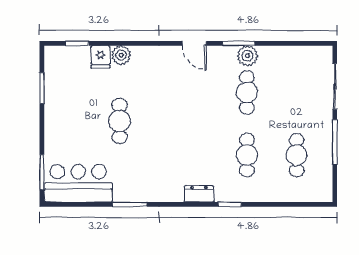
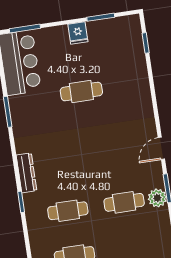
plant: (121, 55) -> (141, 84), removed
fridge: (101, 57) -> (78, 33), moved, turned -90
dresser: (199, 194) -> (26, 173), width x1.44

